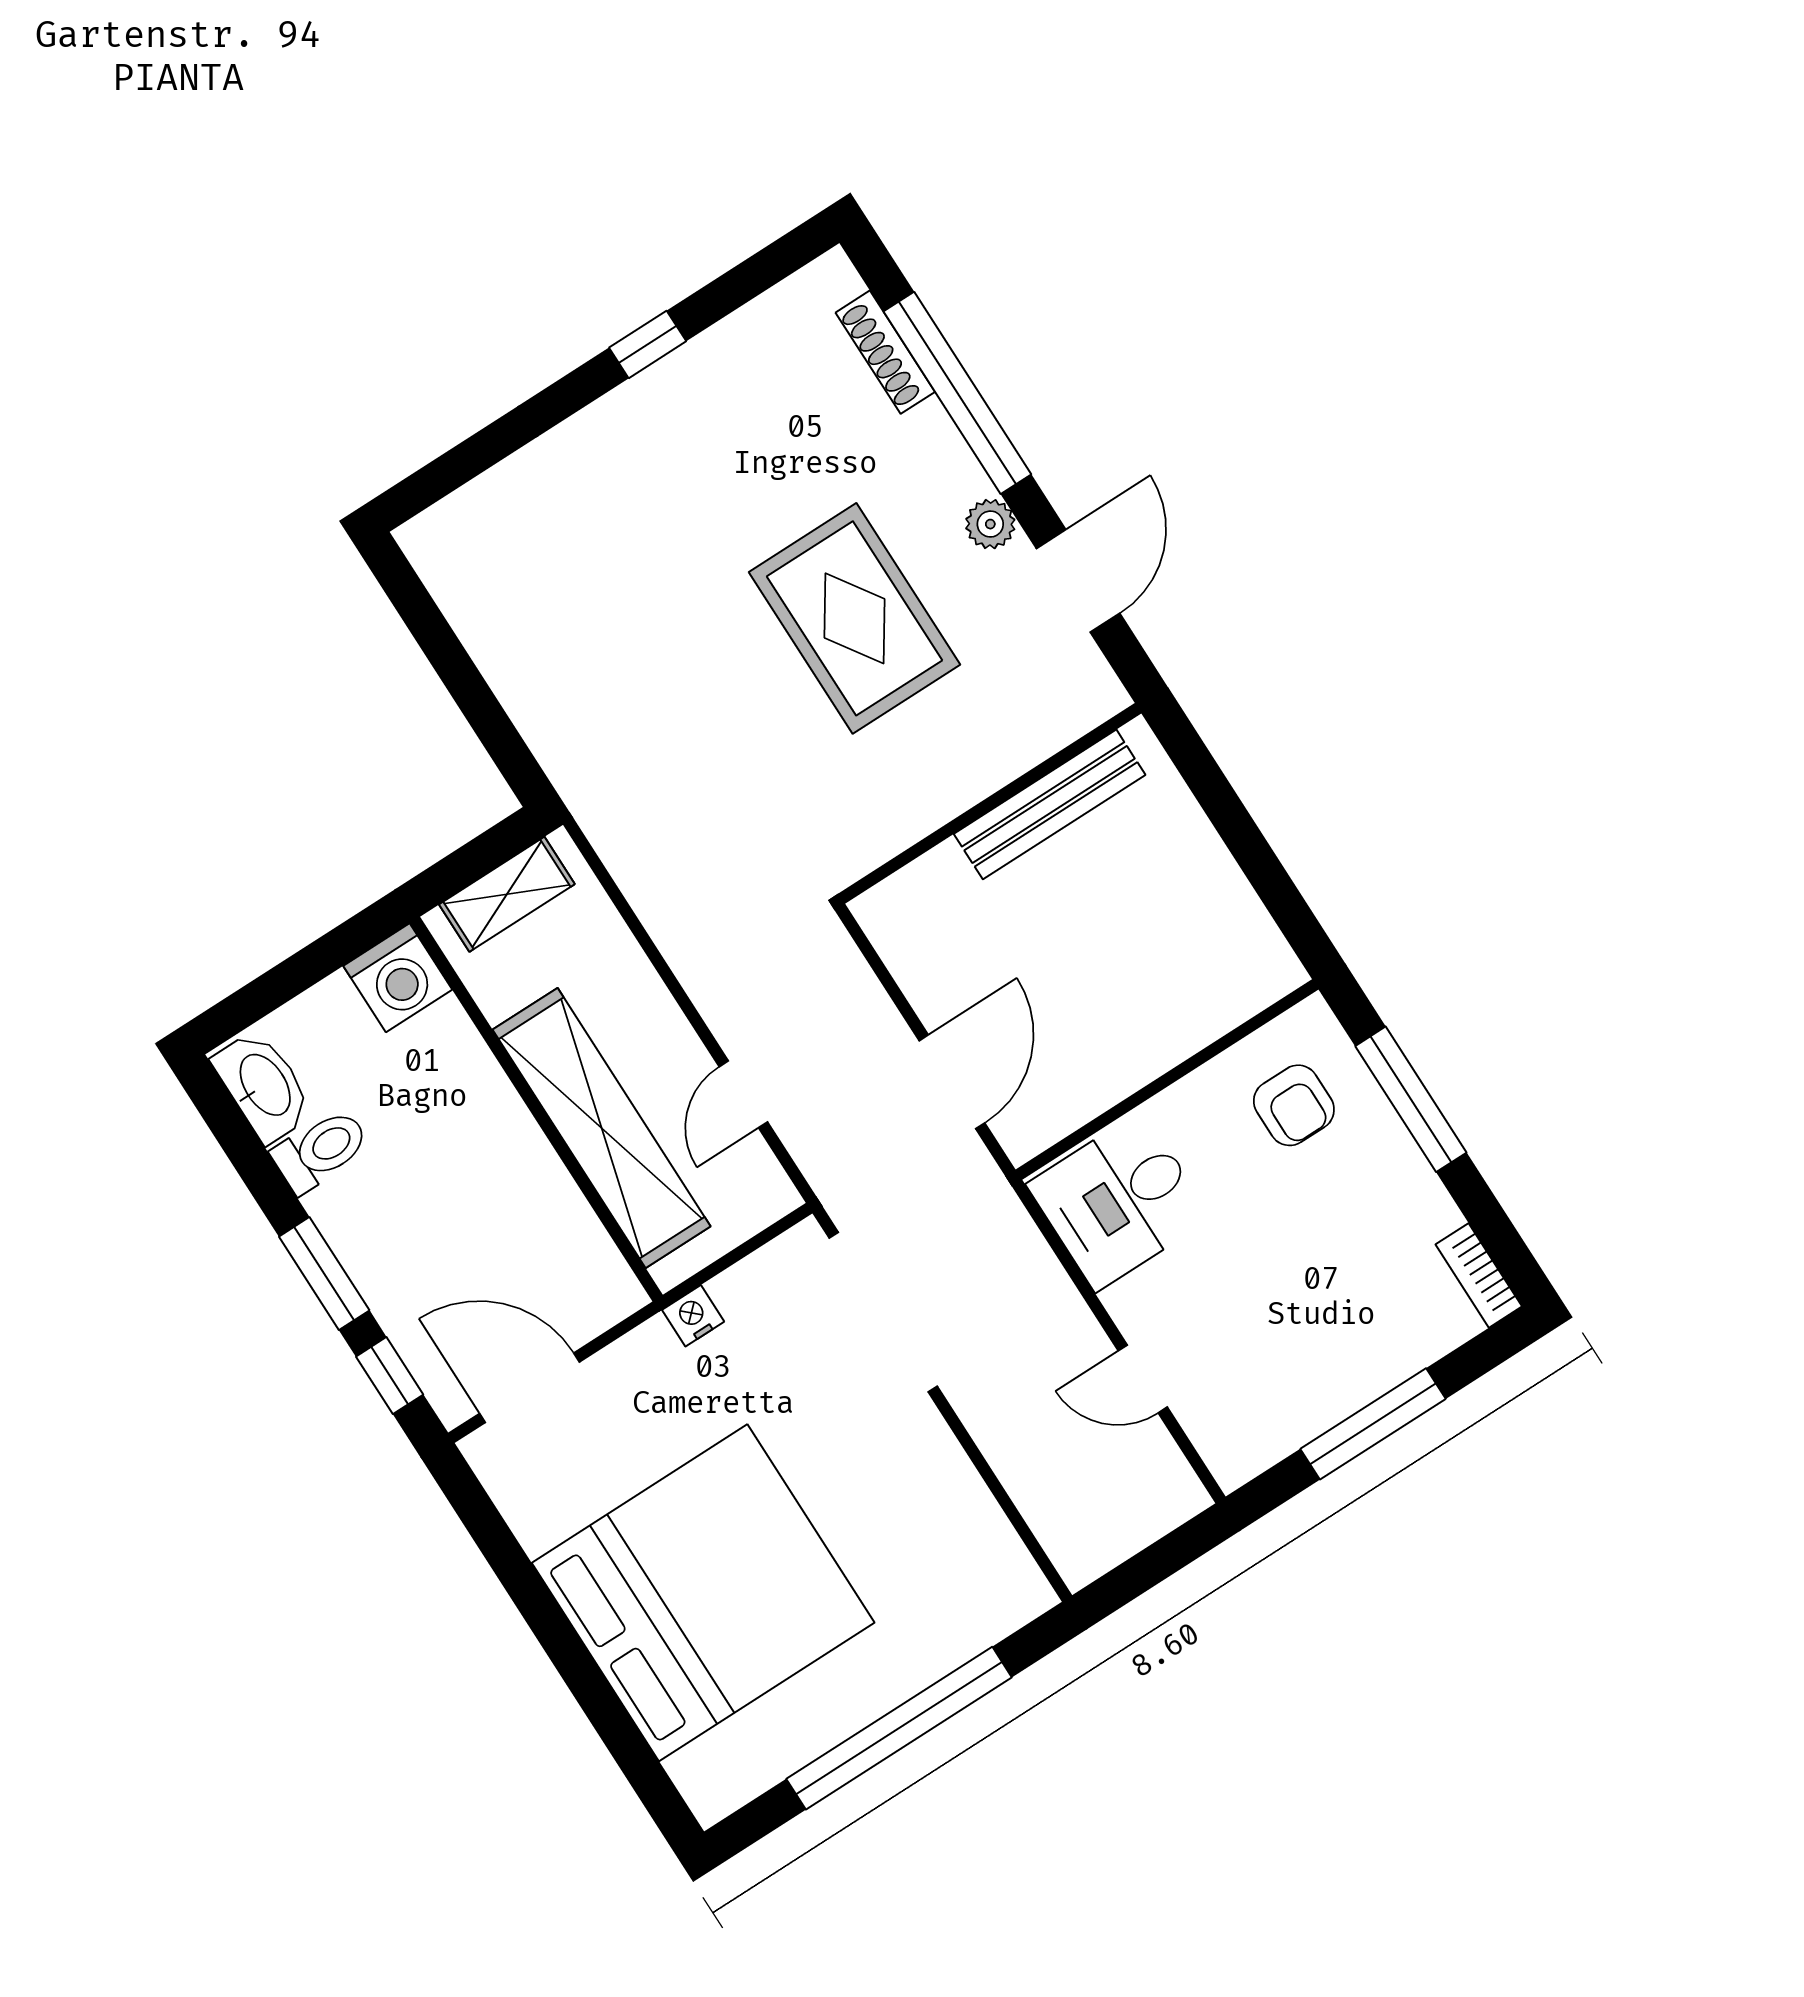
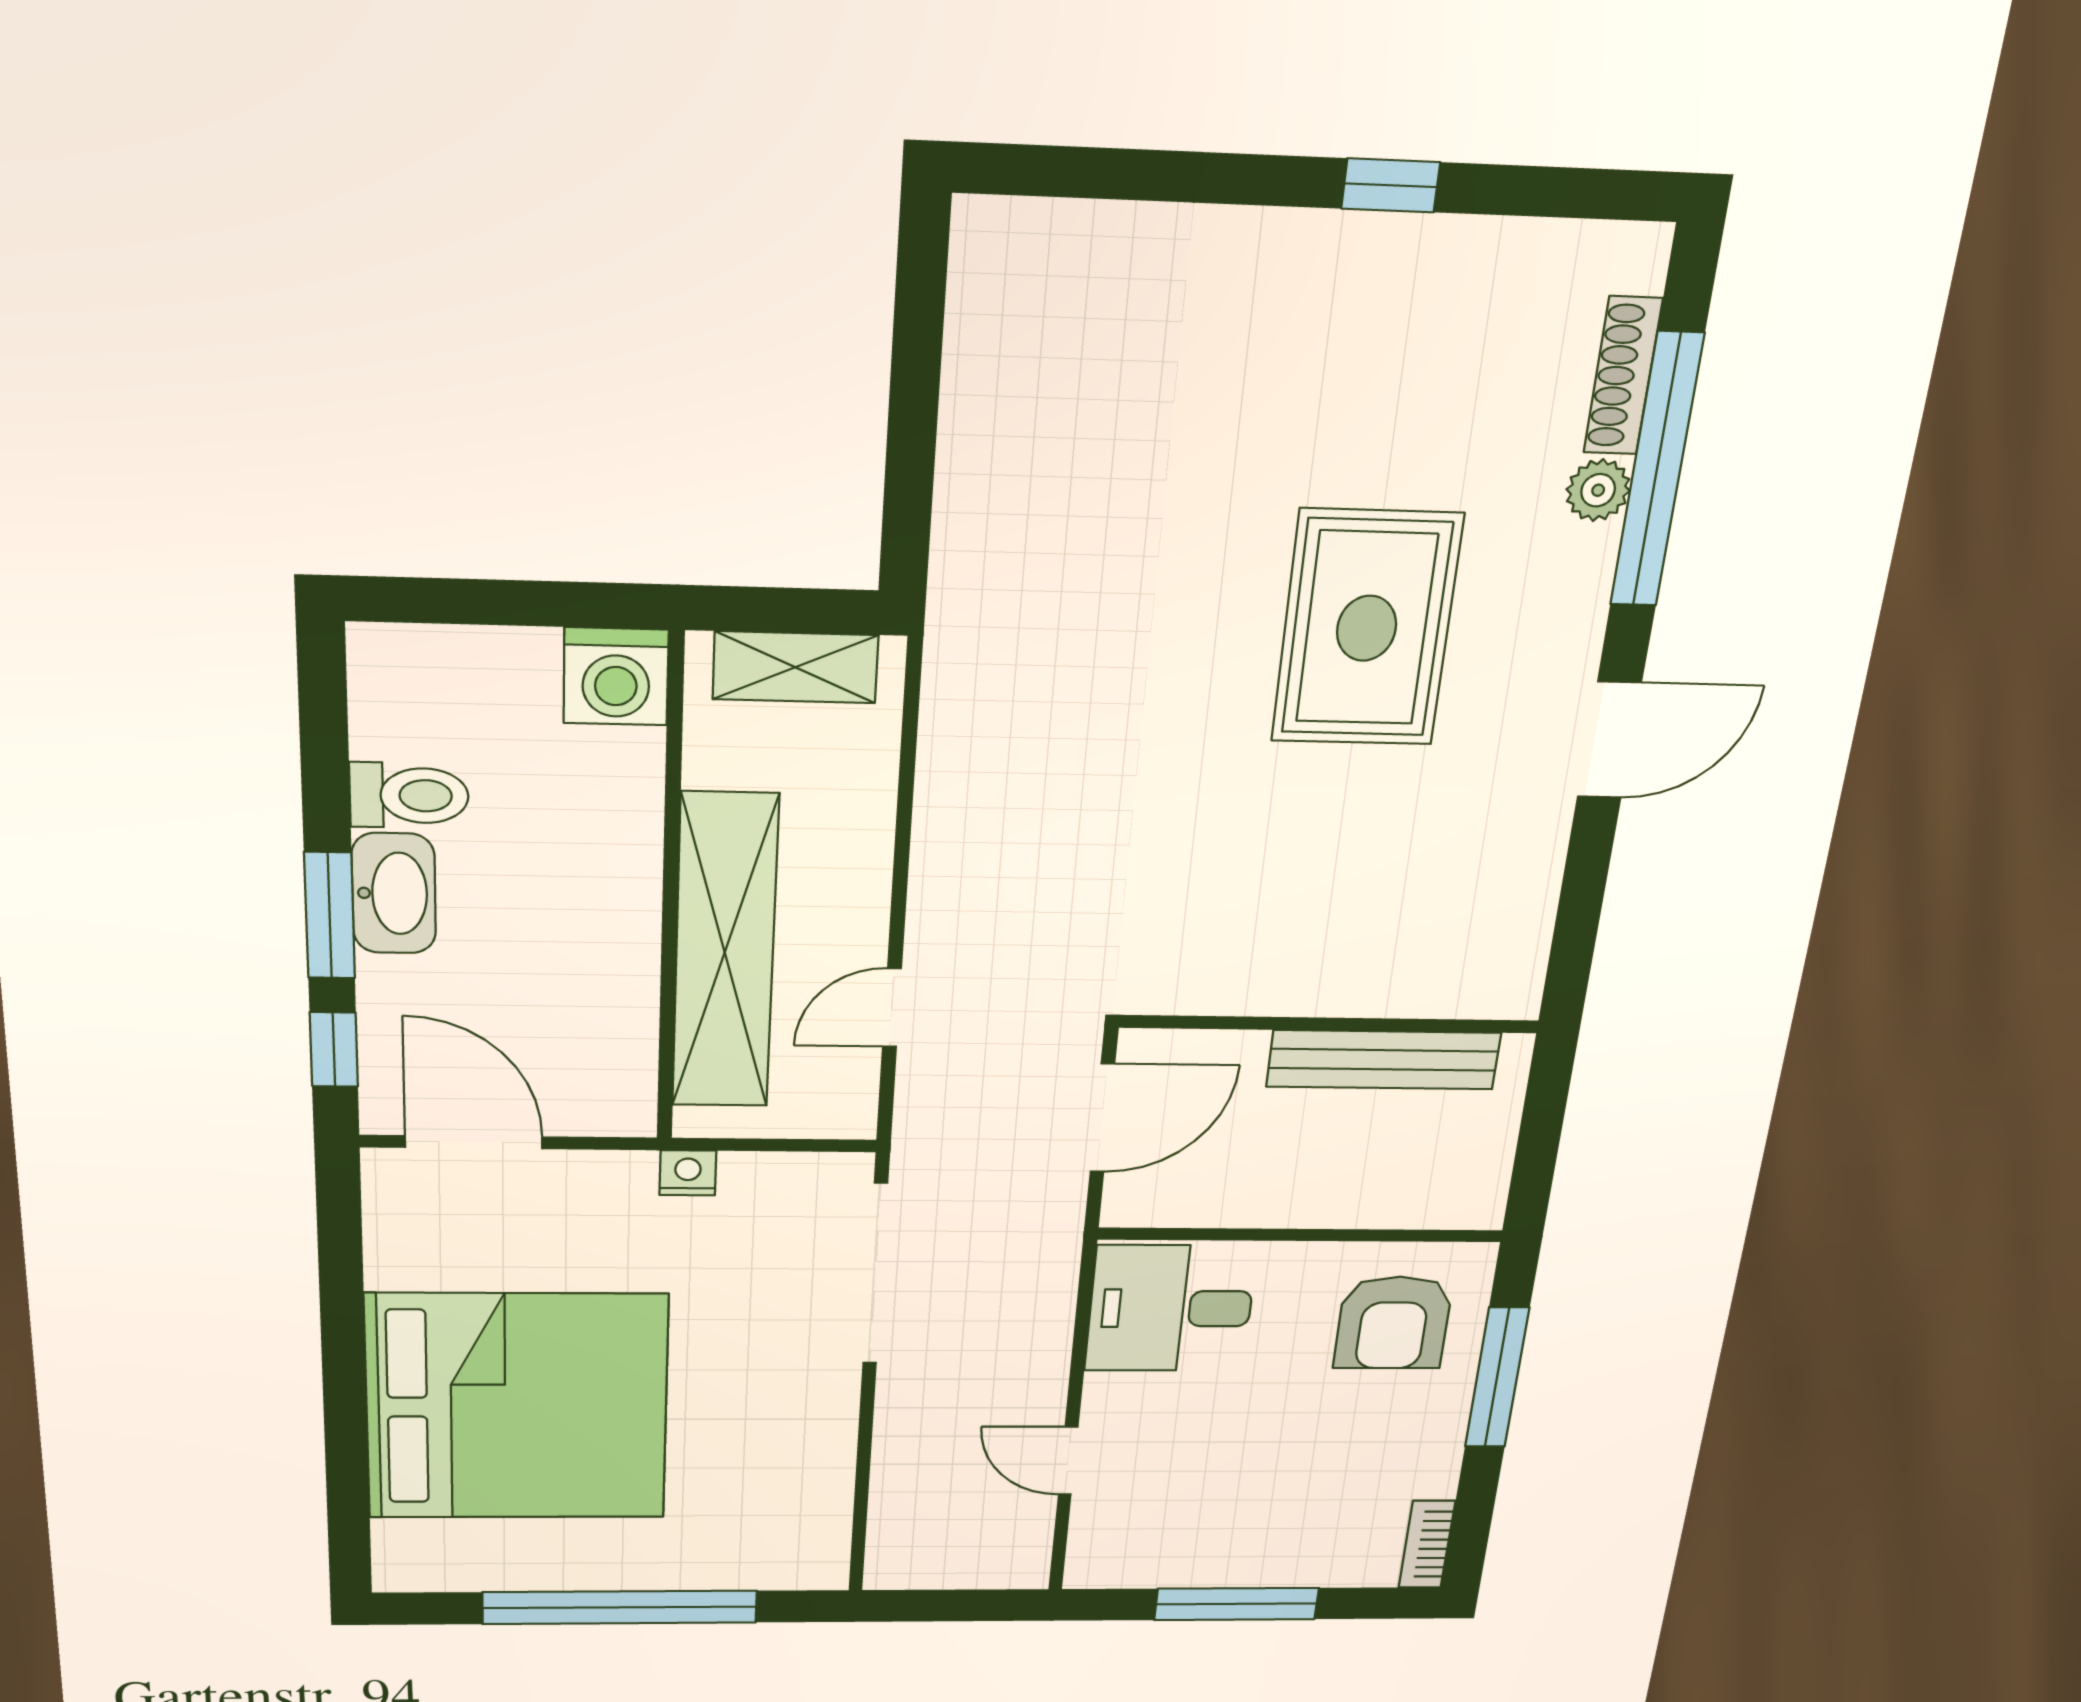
plant: (990, 524) -> (1598, 490), moved
wall: (990, 803) -> (1330, 1024), moved
bench: (1050, 804) -> (1384, 1060), moved
washbasin: (264, 1086) -> (394, 893), moved
armchair: (1294, 1105) -> (1393, 1323), width x1.38, depth x1.38

